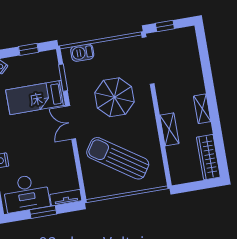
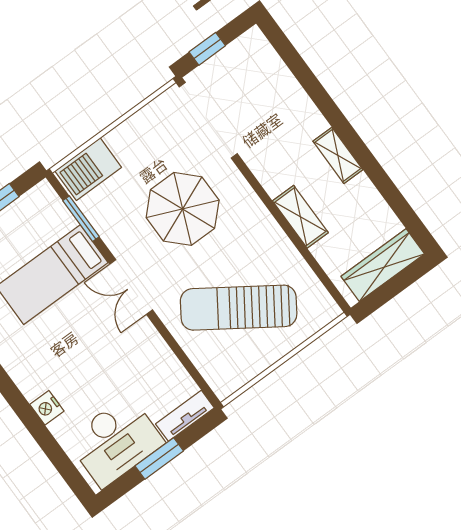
barbecue: (82, 53) -> (88, 169), width x1.38, depth x1.27
wardrobe: (208, 157) -> (383, 265), moved, turned 90

